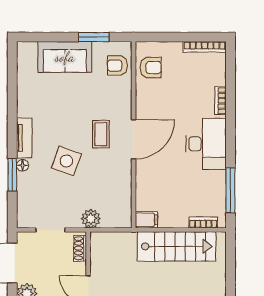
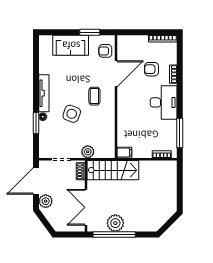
armchair: (151, 68) -> (152, 69), moved, turned 180
tv unit: (24, 138) -> (44, 93), width x1.41
door: (134, 139) -> (116, 74), moved
stairs: (176, 246) -> (113, 170), moved

